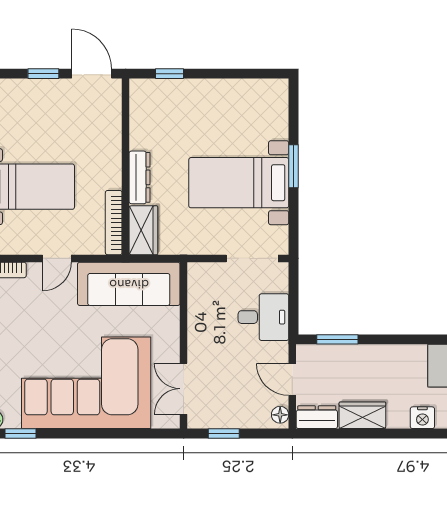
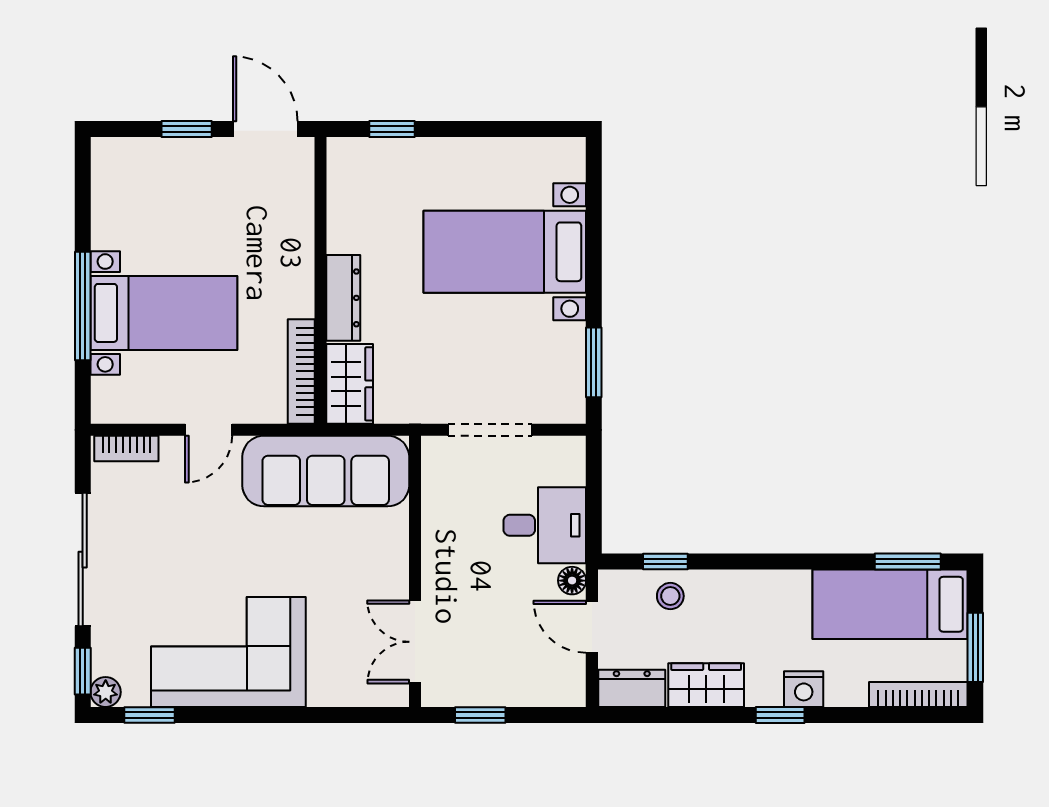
window: (293, 166) -> (594, 362), moved
bed with nightstands: (239, 183) -> (505, 252), moved
doorway: (252, 258) -> (490, 430), moved
window: (337, 339) -> (665, 562), width x0.67
stool: (340, 361) -> (670, 596), added
corner sofa: (86, 383) -> (228, 652), width x0.73, depth x0.74
floor lamp: (280, 415) -> (572, 581), moved
window: (408, 434) -> (780, 715), added

